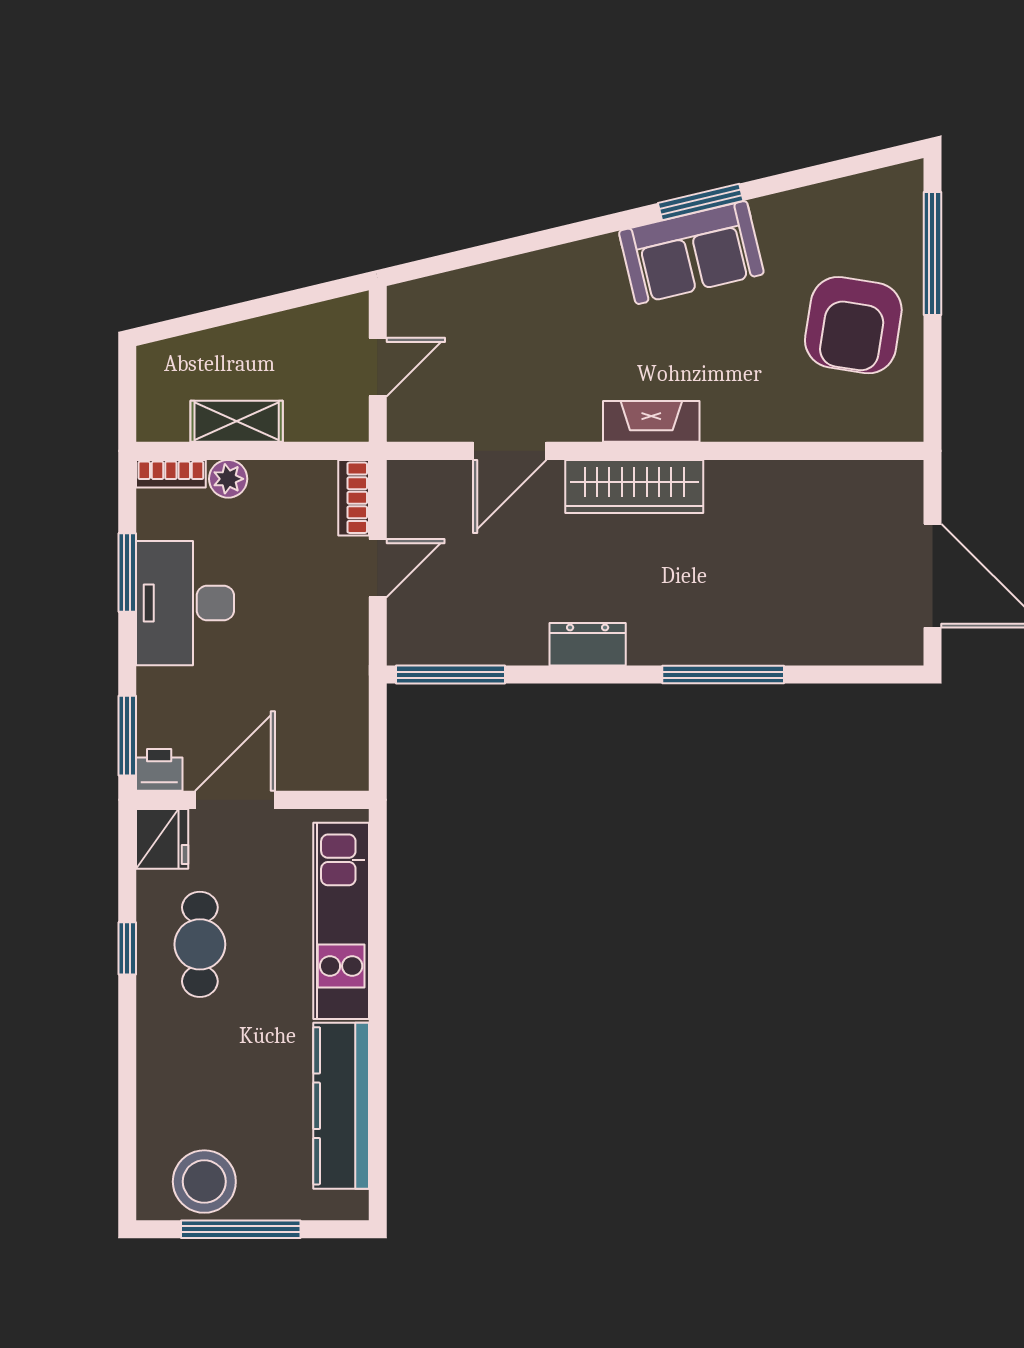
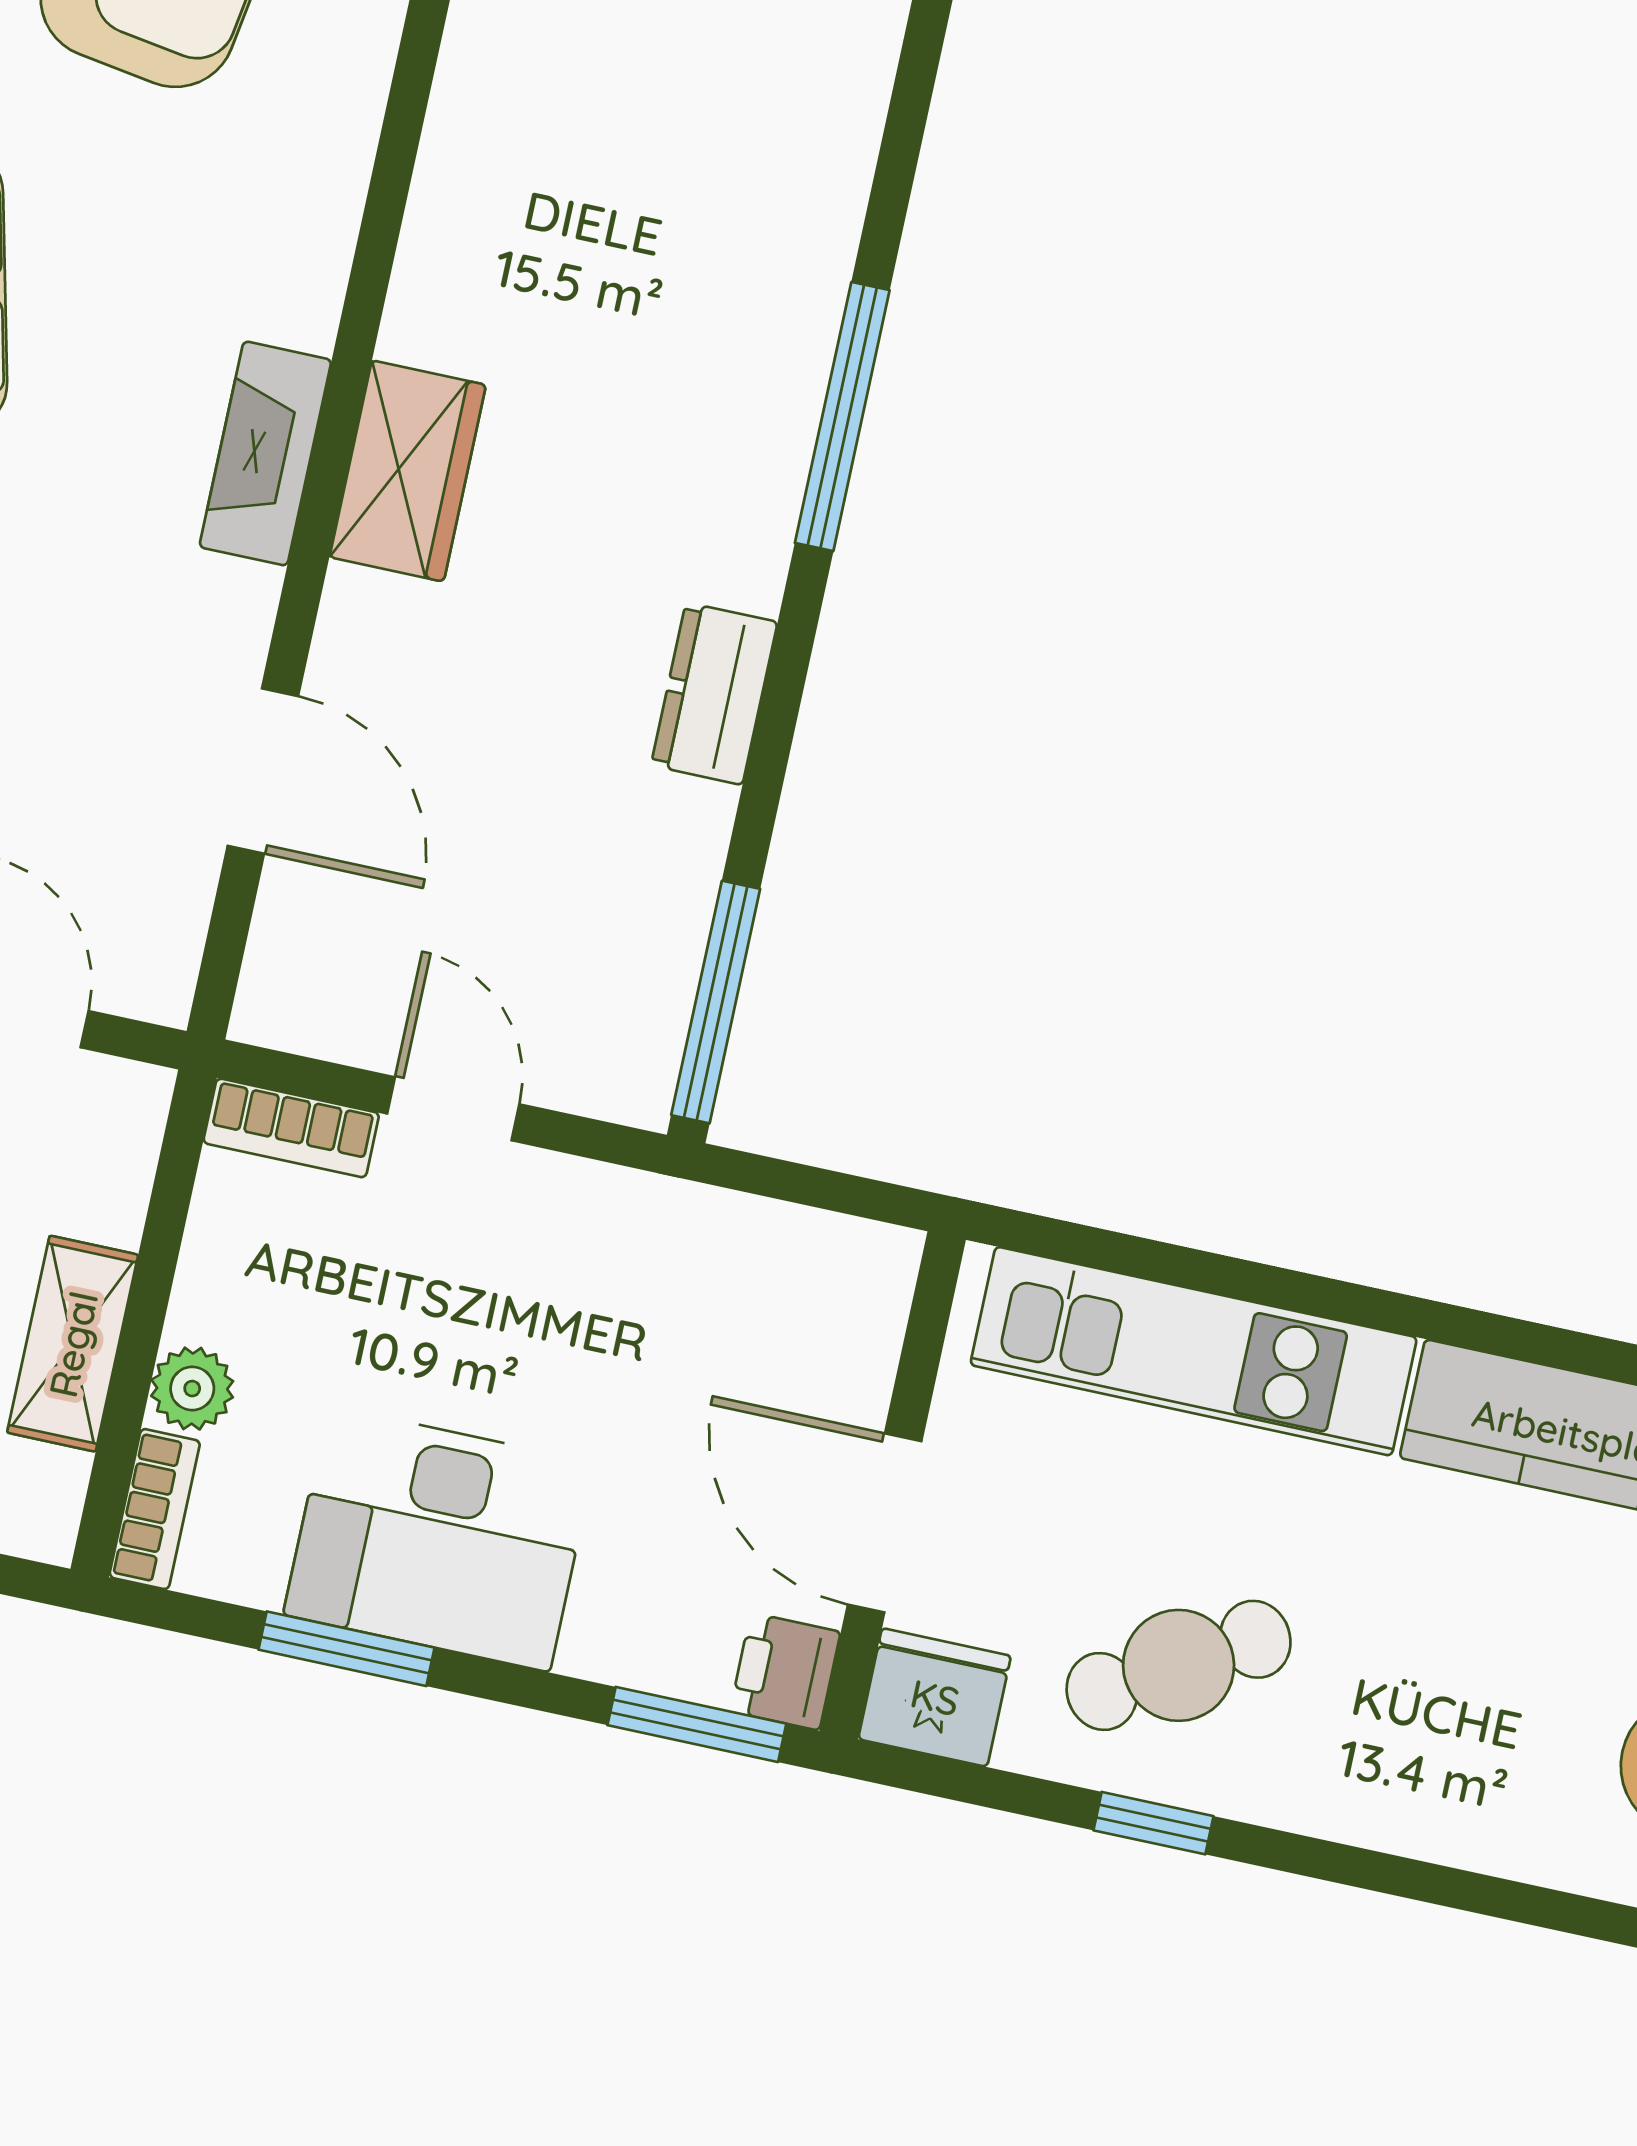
wardrobe: (634, 486) -> (408, 471), width x0.67
cafe table: (200, 944) -> (1179, 1665), turned -31

